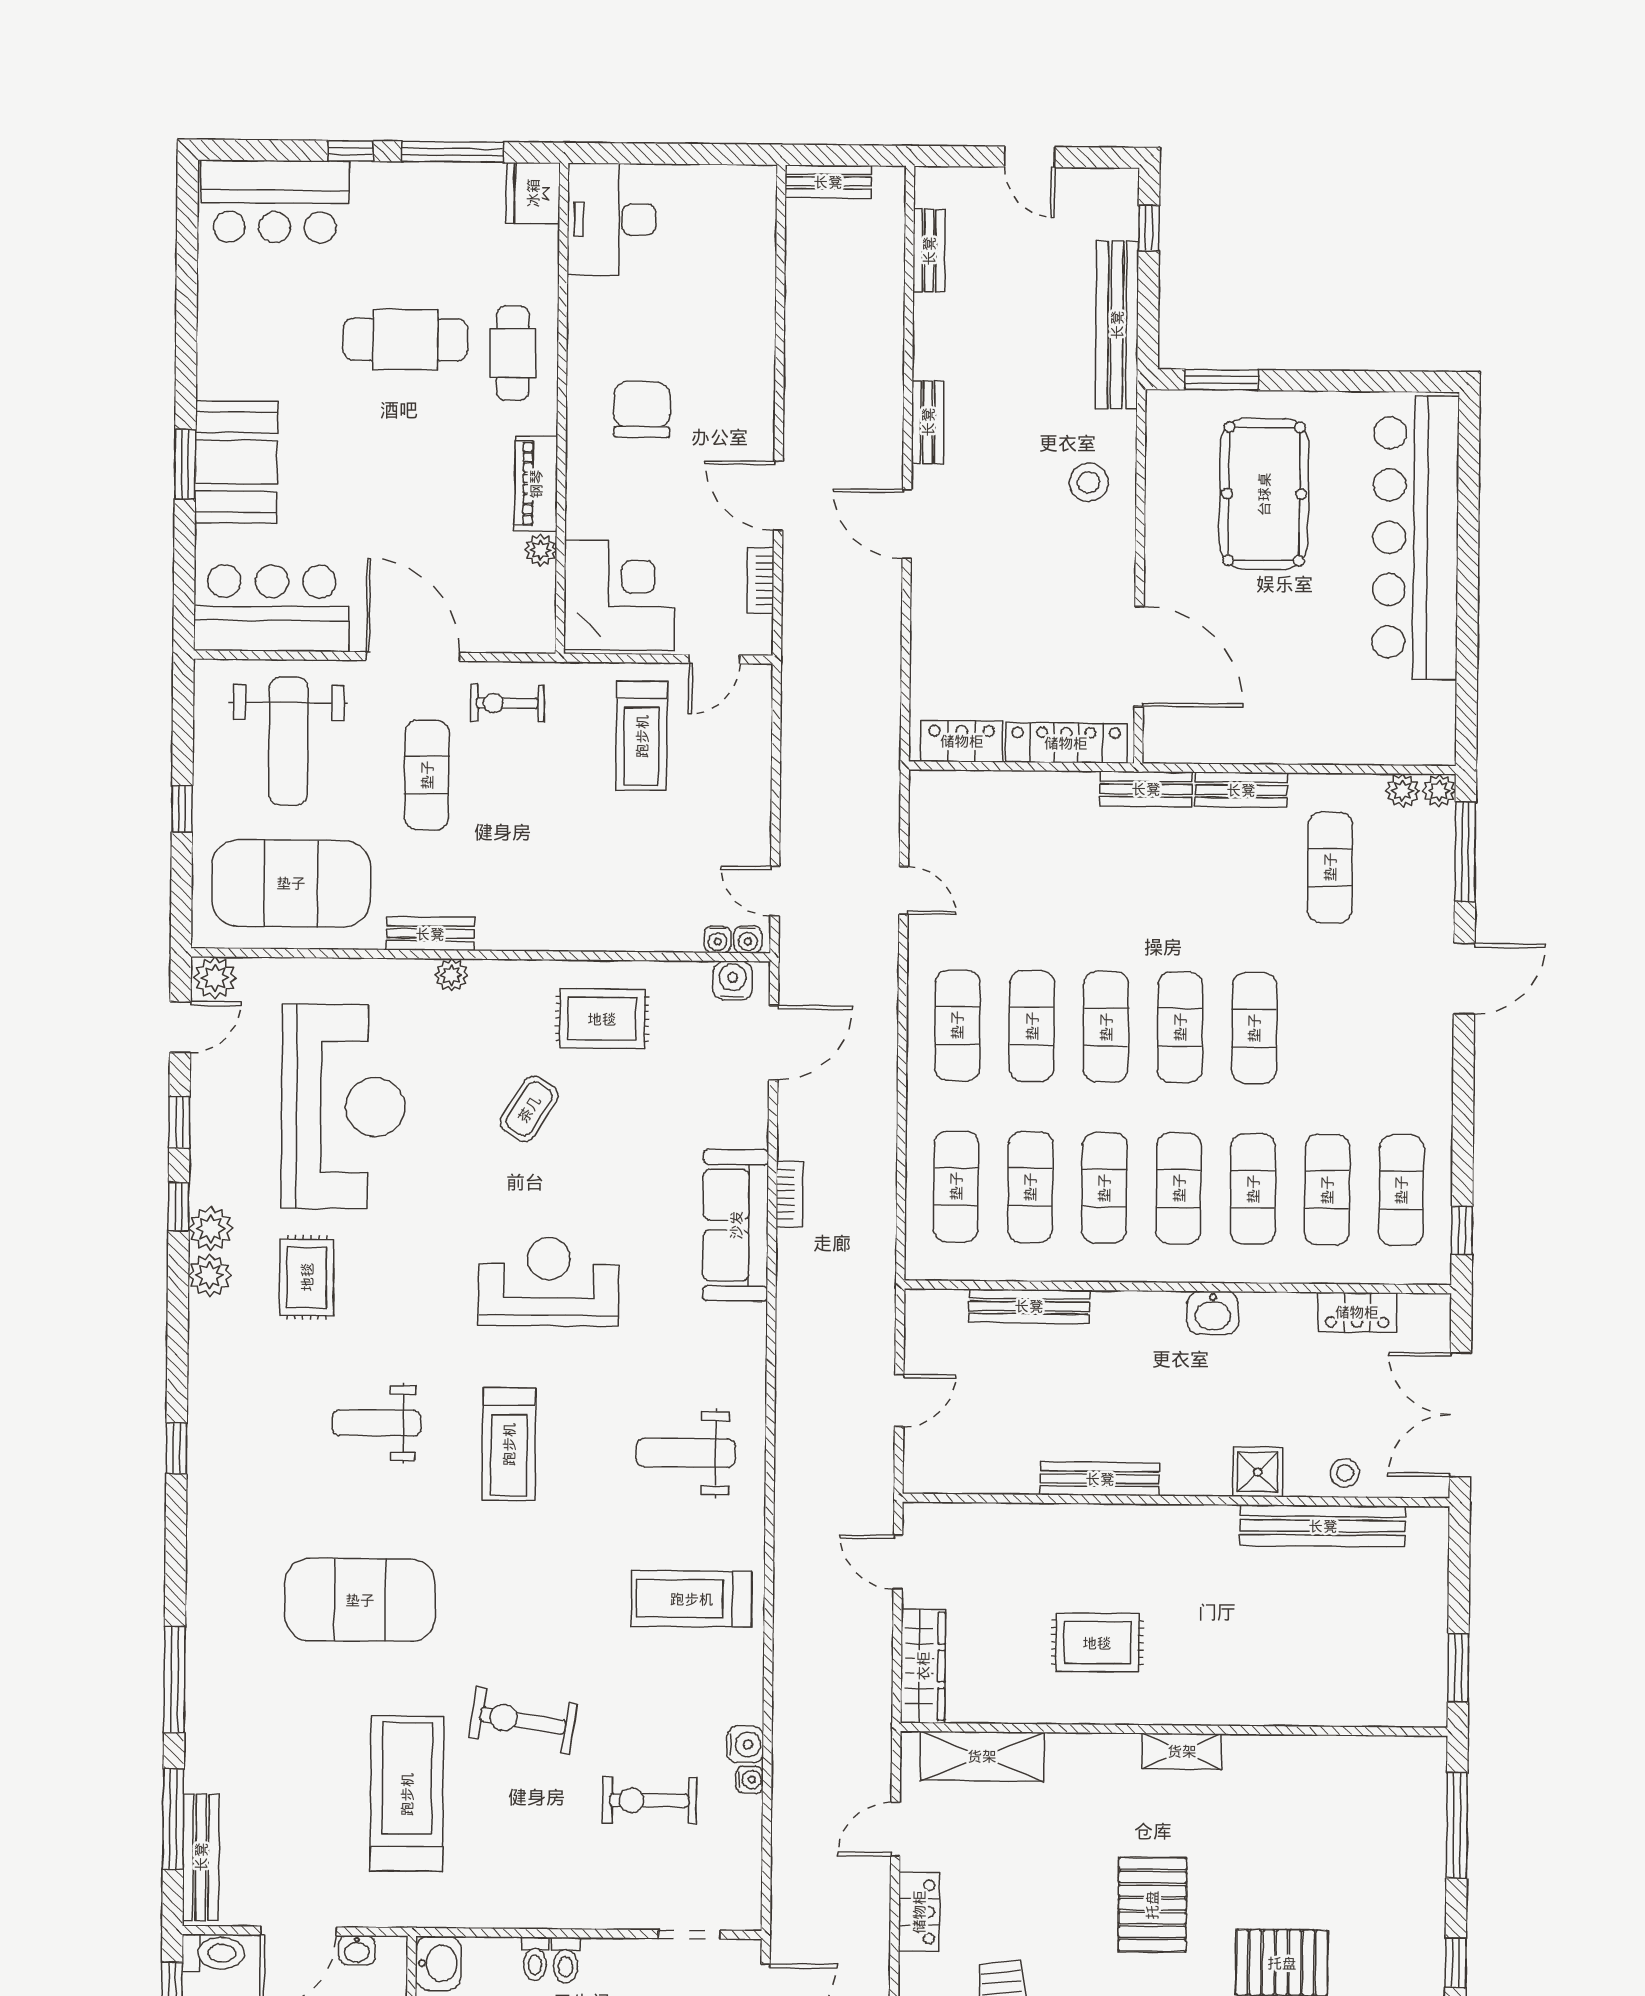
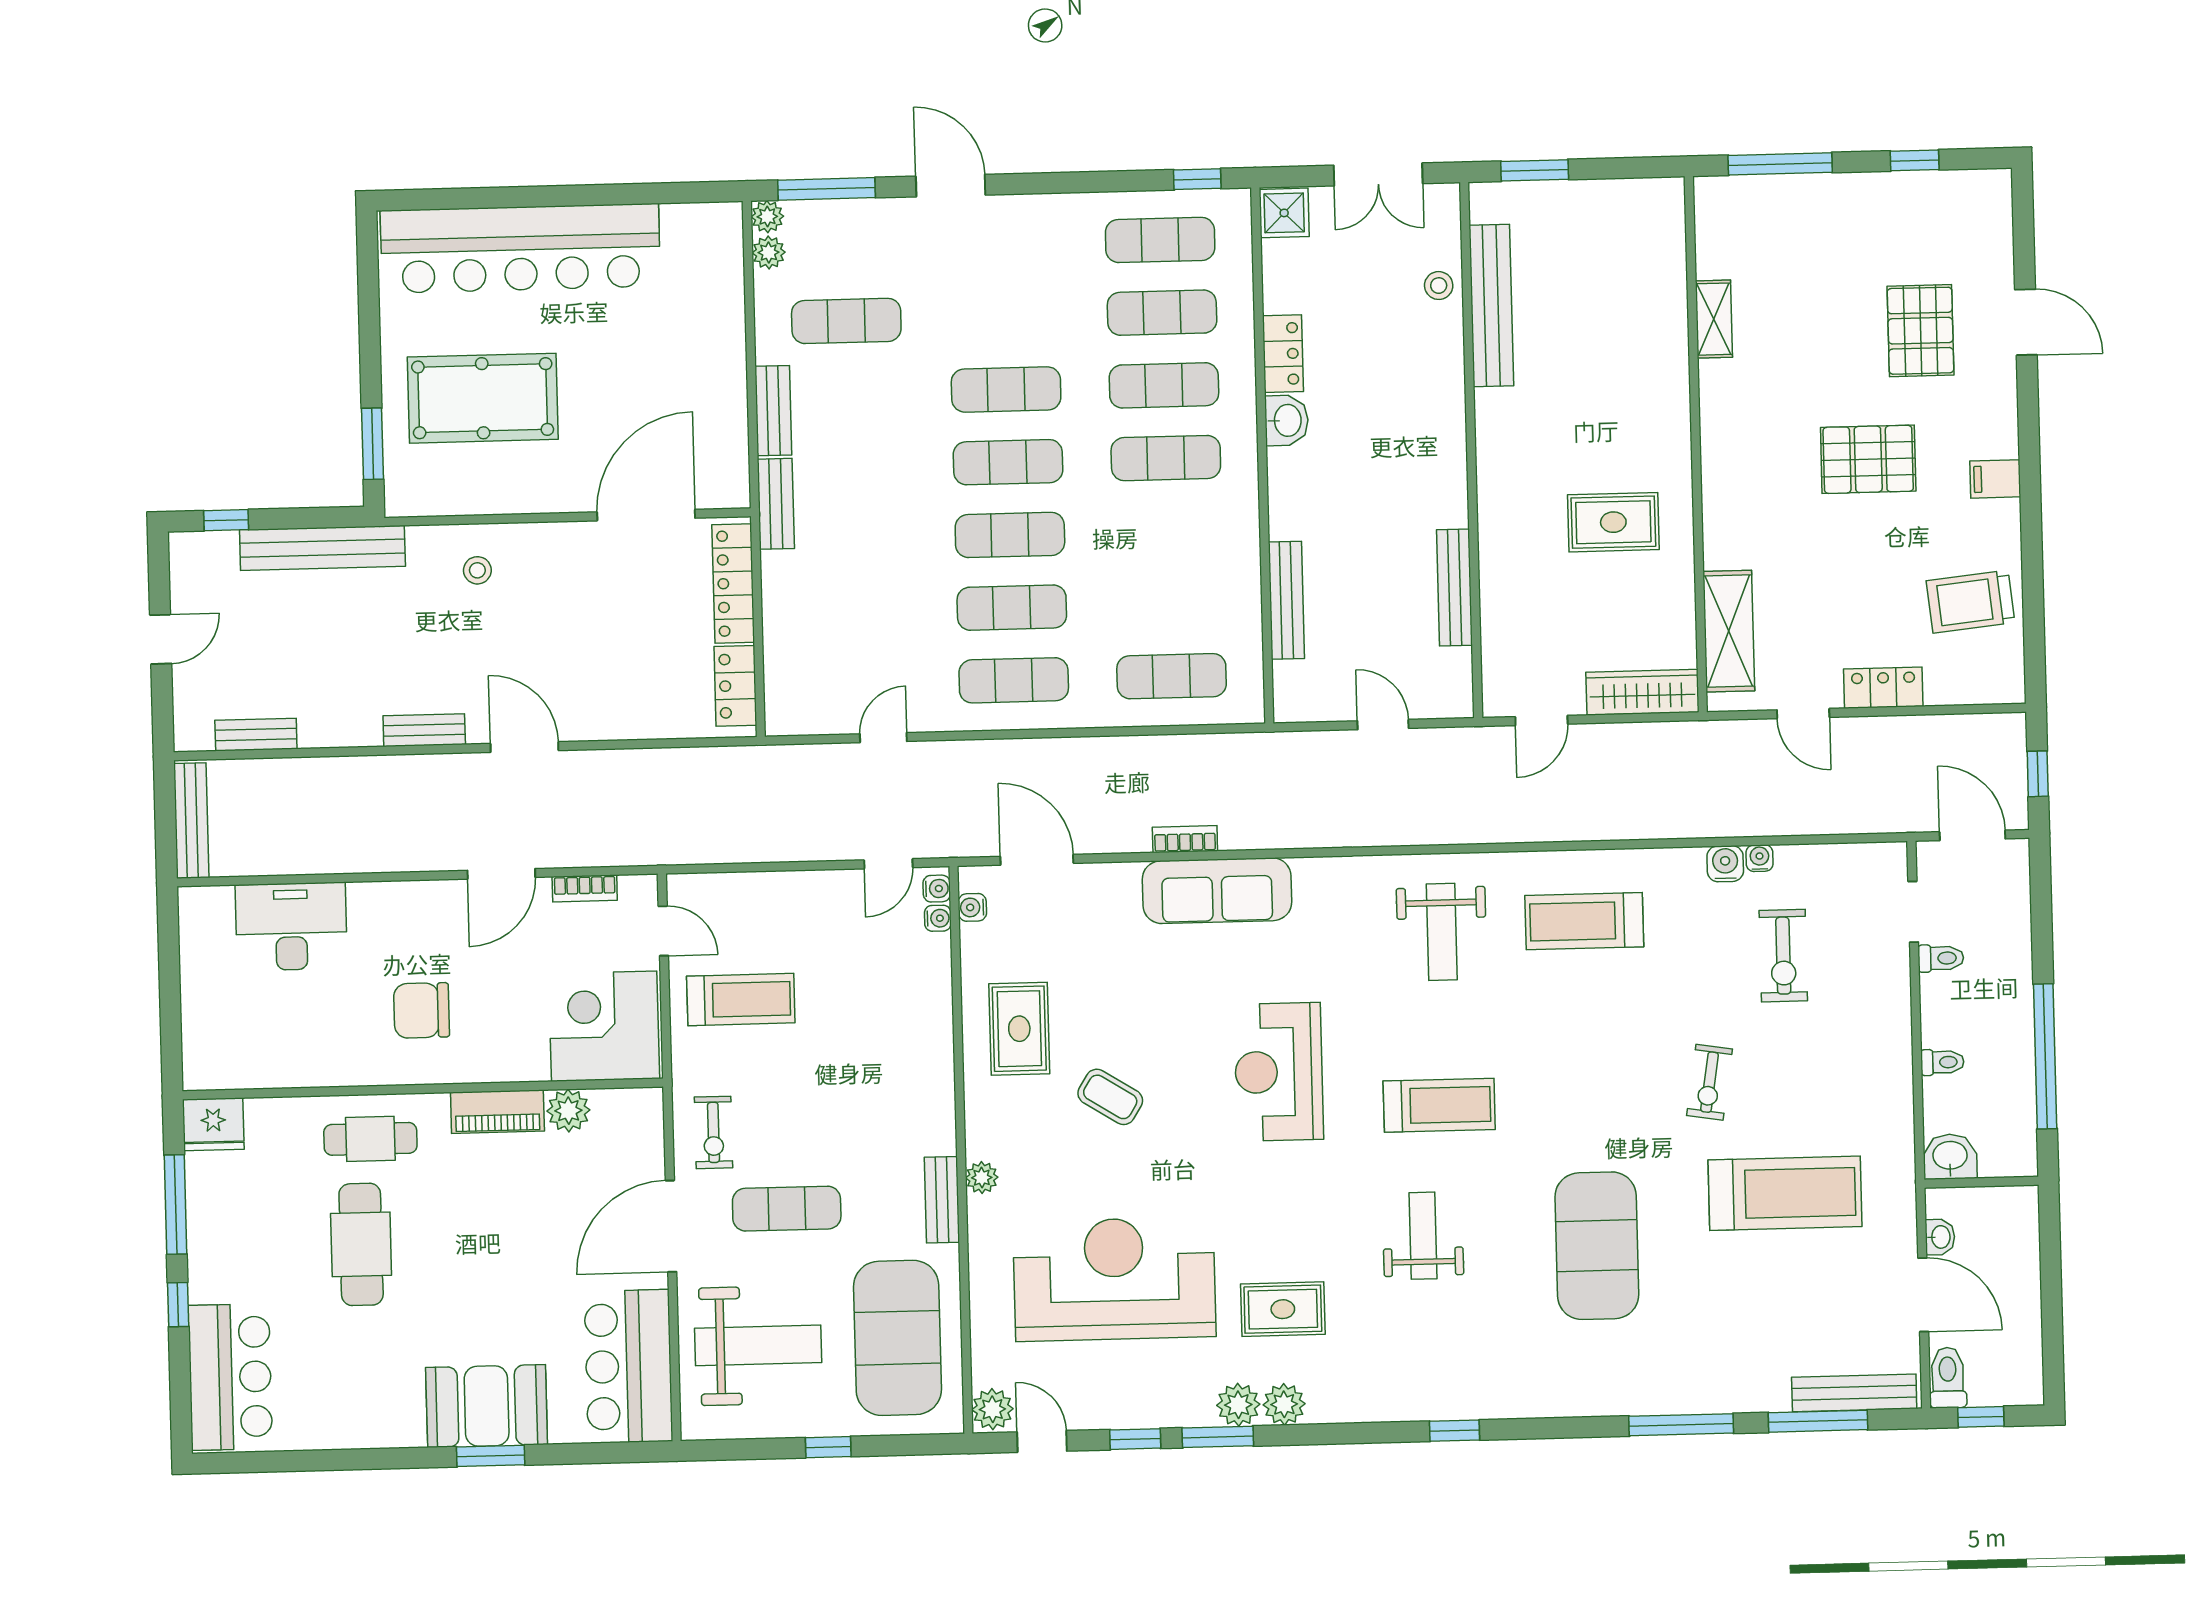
bench: (828, 182) -> (191, 820), width x1.36
desk: (612, 219) -> (291, 927), moved, turned 180
stool: (1089, 482) -> (477, 570), width x0.73, depth x0.73
door: (907, 524) -> (525, 747), swing flipped
plant: (541, 550) -> (568, 1111), width x1.38, depth x1.38
water cooler: (733, 981) -> (972, 907), width x0.72, depth x0.72
exercise mat: (1030, 1187) -> (1170, 603), removed
exercise mat: (1104, 1188) -> (1168, 531), removed
window: (179, 1207) -> (1218, 1437), width x1.50
locker: (1357, 1312) -> (1283, 354), moved
double door: (1460, 1415) -> (1378, 174), width x0.73
weight bench: (376, 1423) -> (1423, 1236), turned 180
shower: (1258, 1472) -> (1284, 213), moved
bench: (1100, 1479) -> (1454, 587), moved
treadmill: (692, 1599) -> (1584, 921), turned 90
rug: (1097, 1643) -> (1613, 522), turned 90
window: (1458, 1668) -> (1535, 170), moved
exercise bike: (523, 1721) -> (1710, 1082), width x0.73, depth x0.72
shelving: (1182, 1751) -> (1714, 319), moved
treadmill: (407, 1794) -> (1785, 1193), turned 180
toilet: (566, 1960) -> (1941, 958), moved

